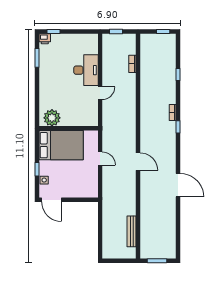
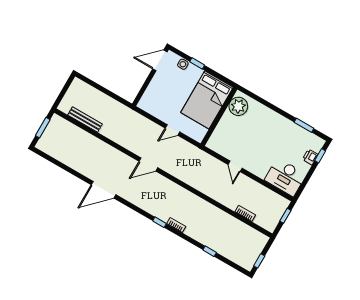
printer: (45, 39) -> (310, 157), moved
desk: (86, 70) -> (285, 177), moved

